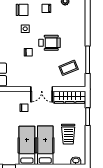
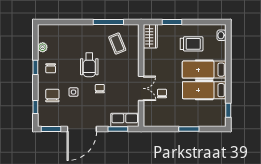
wheelchair: (50, 43) -> (89, 65), turned 180
double door: (42, 89) -> (141, 88), moved
wardrobe: (70, 97) -> (150, 36), width x0.67

